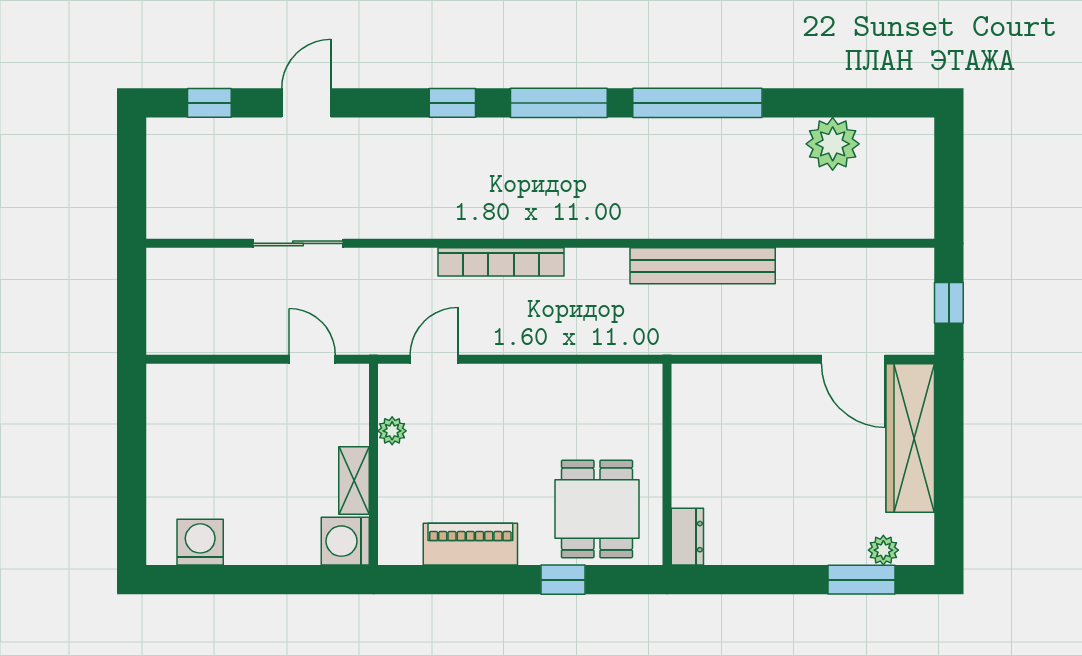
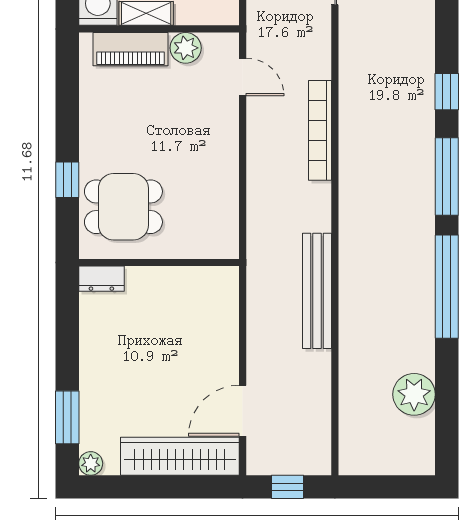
plant: (392, 431) -> (186, 48), width x1.38, depth x1.38
piano: (470, 544) -> (130, 49), moved, turned 90
plant: (883, 550) -> (91, 463), moved

